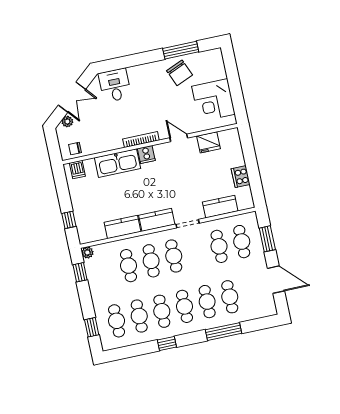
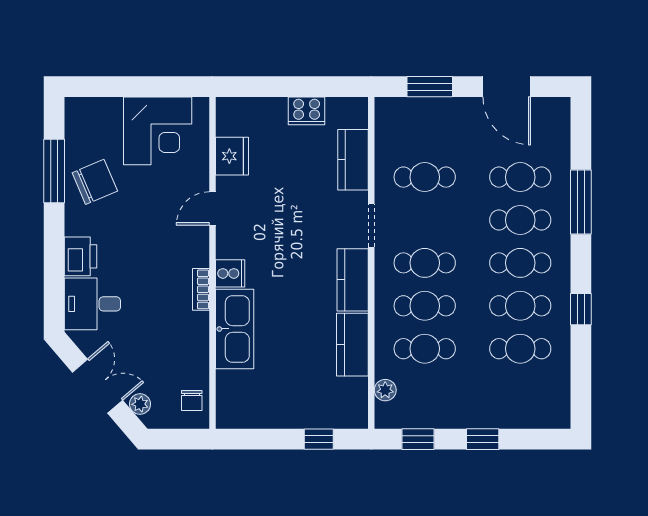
printer: (139, 74) -> (81, 256), added
bookcase: (141, 140) -> (201, 289), width x0.64
dishwasher: (77, 170) -> (231, 404), removed
cafe table: (242, 242) -> (425, 134), removed
plant: (87, 253) -> (385, 390), moved
door: (276, 280) -> (507, 87), swing flipped
cafe table: (117, 321) -> (520, 392), removed
window: (92, 327) -> (483, 439), moved

